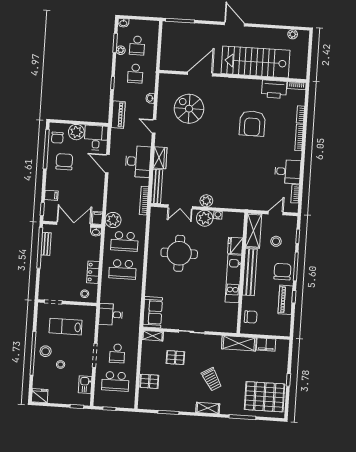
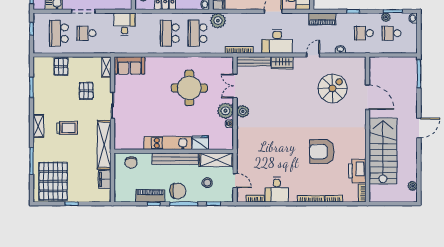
shelving: (239, 343) -> (104, 145), width x1.47
trolley: (212, 379) -> (67, 128), turned -149

